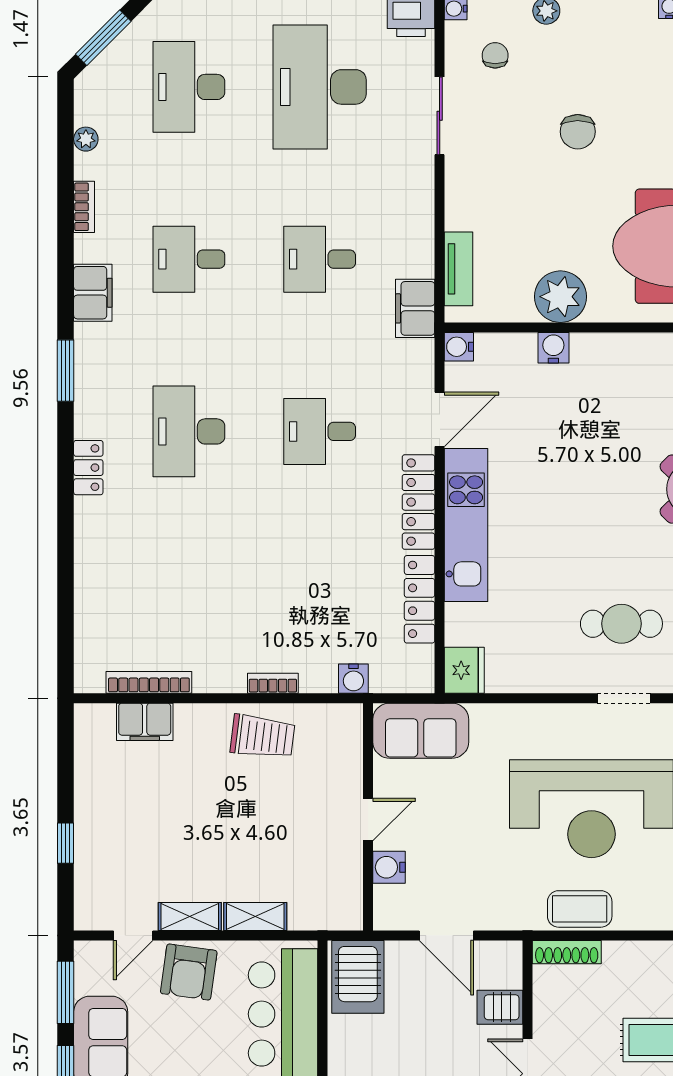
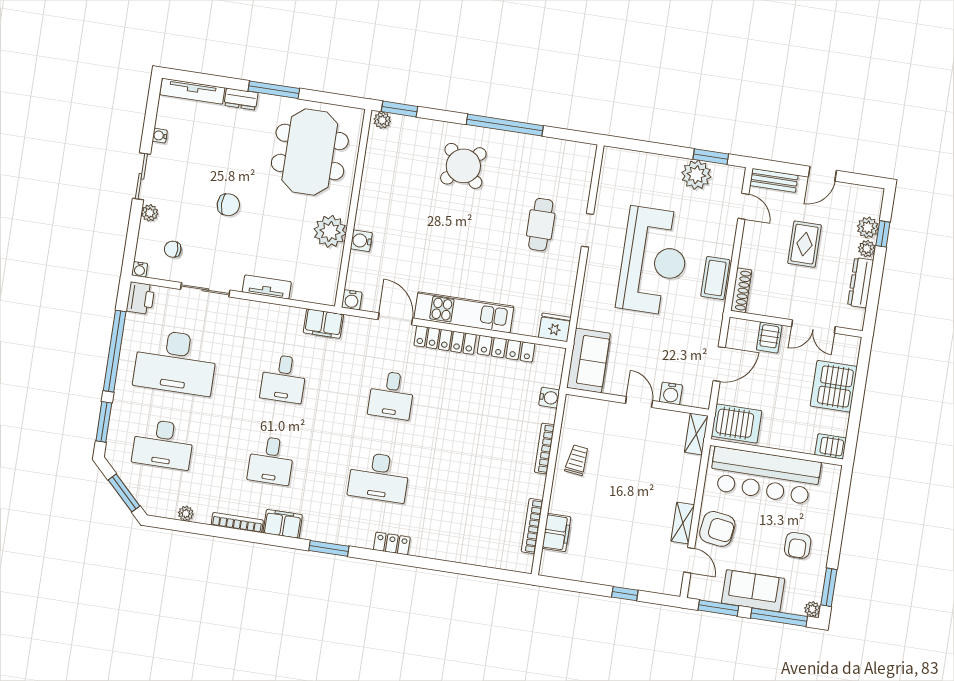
bookcase: (84, 207) -> (237, 523), width x1.56
tv unit: (459, 269) -> (267, 287), moved
bookcase: (273, 683) -> (545, 449), width x1.56
trolley: (263, 737) -> (577, 460), width x0.73, depth x0.72
shelving: (255, 917) -> (696, 434), moved

